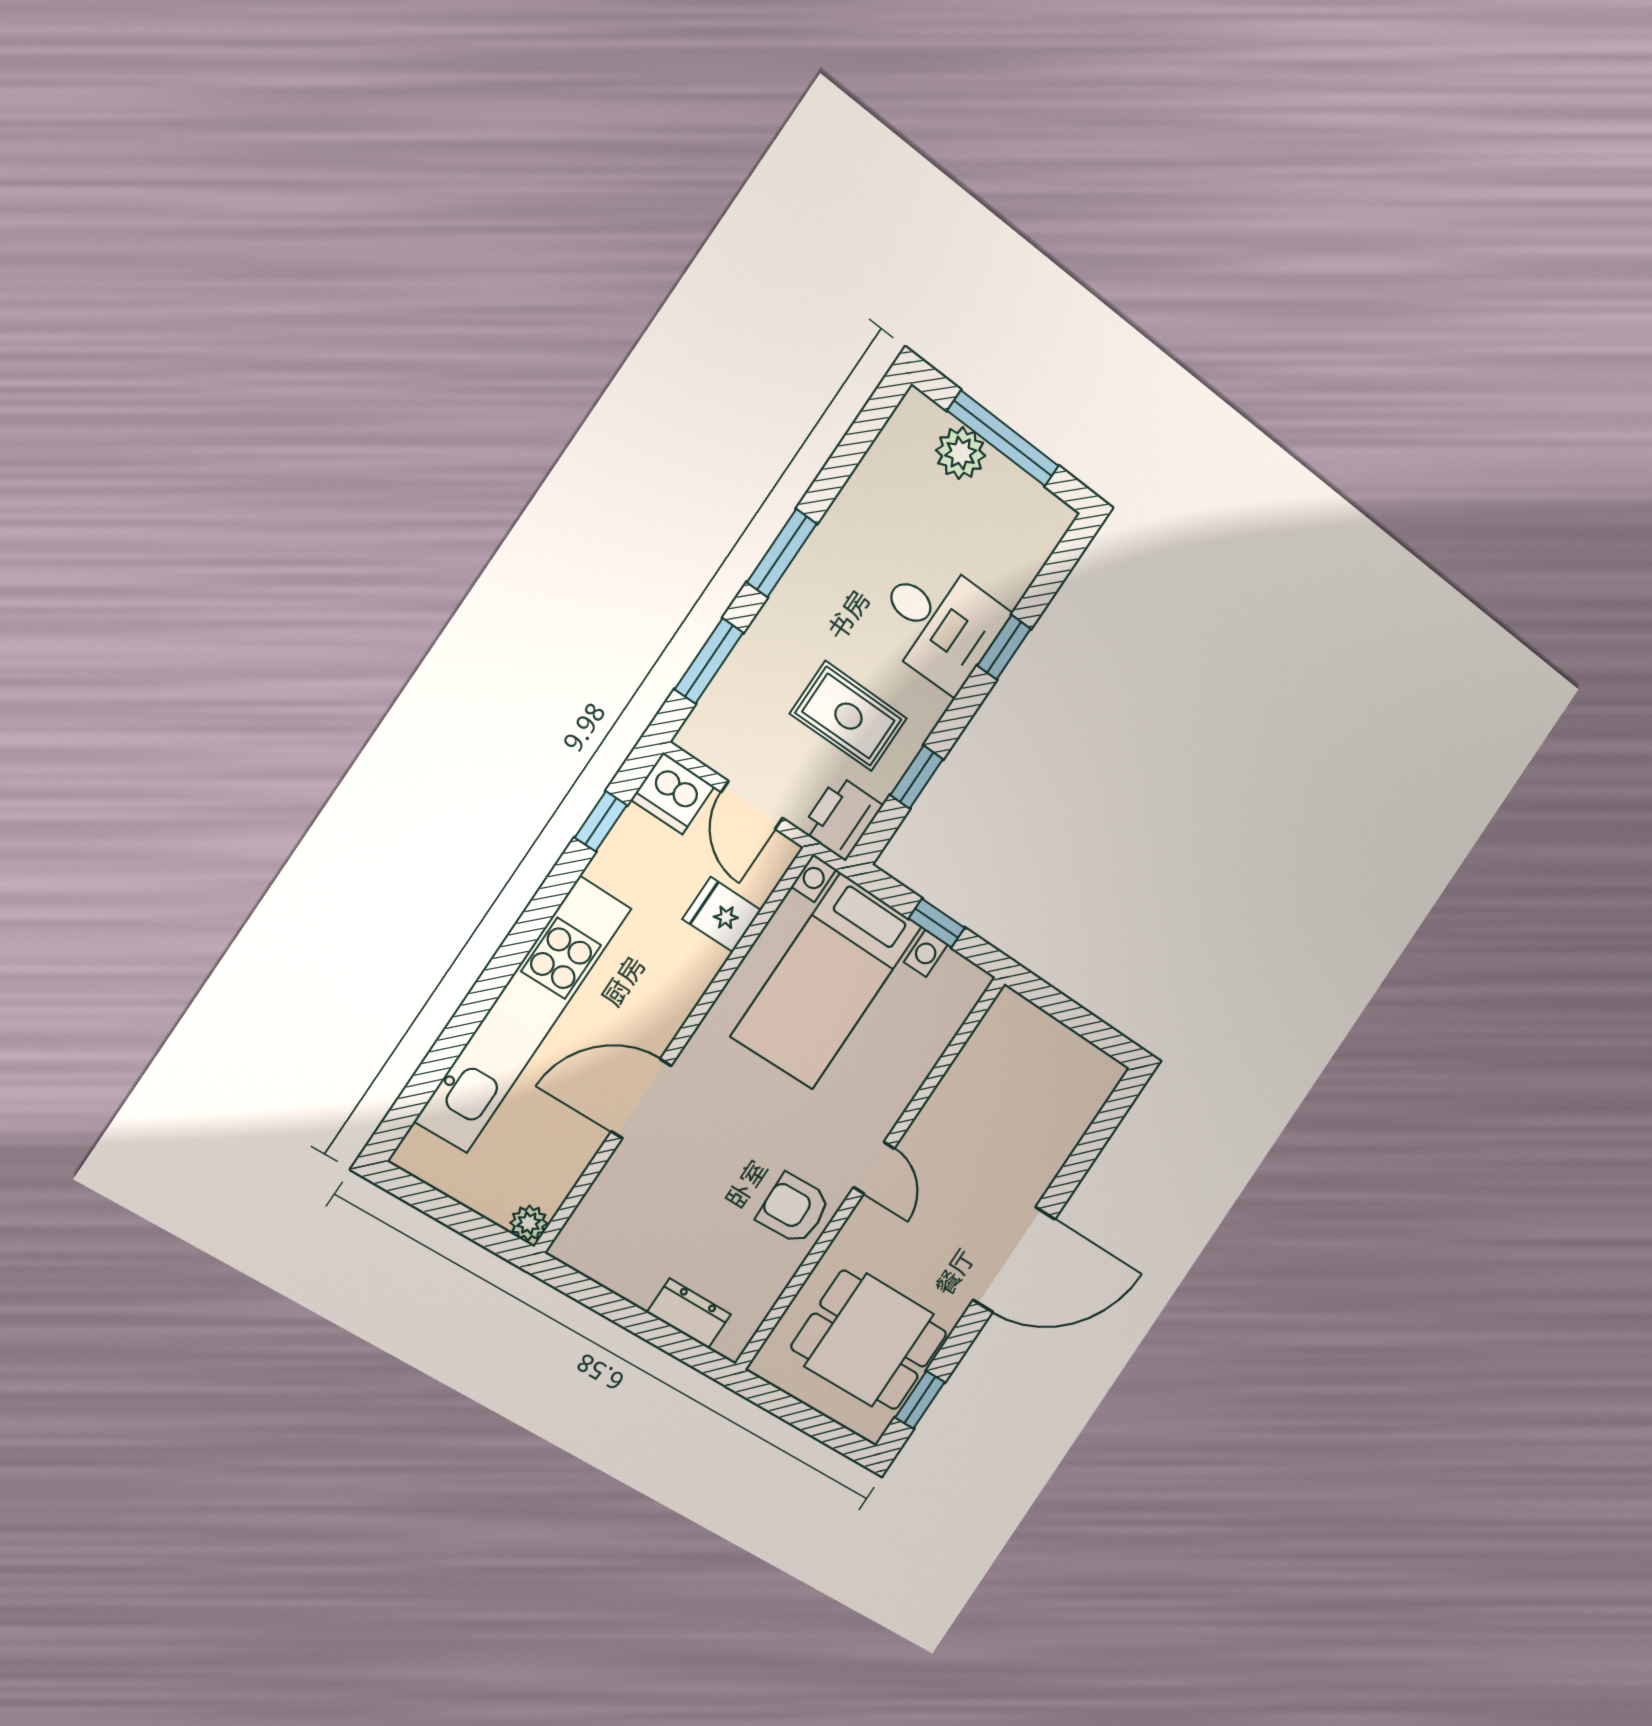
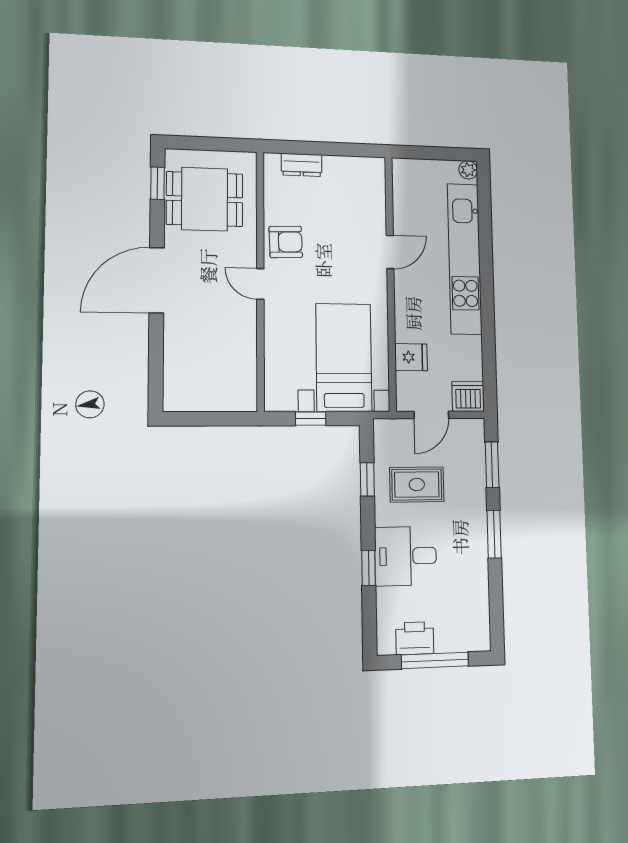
plant: (961, 453) -> (449, 639), removed
door: (752, 805) -> (431, 415), swing flipped
printer: (842, 818) -> (415, 638), moved, turned -90
window: (601, 821) -> (489, 364), removed
door: (641, 1099) -> (390, 252), width x0.73
plant: (529, 1223) -> (468, 170), moved

